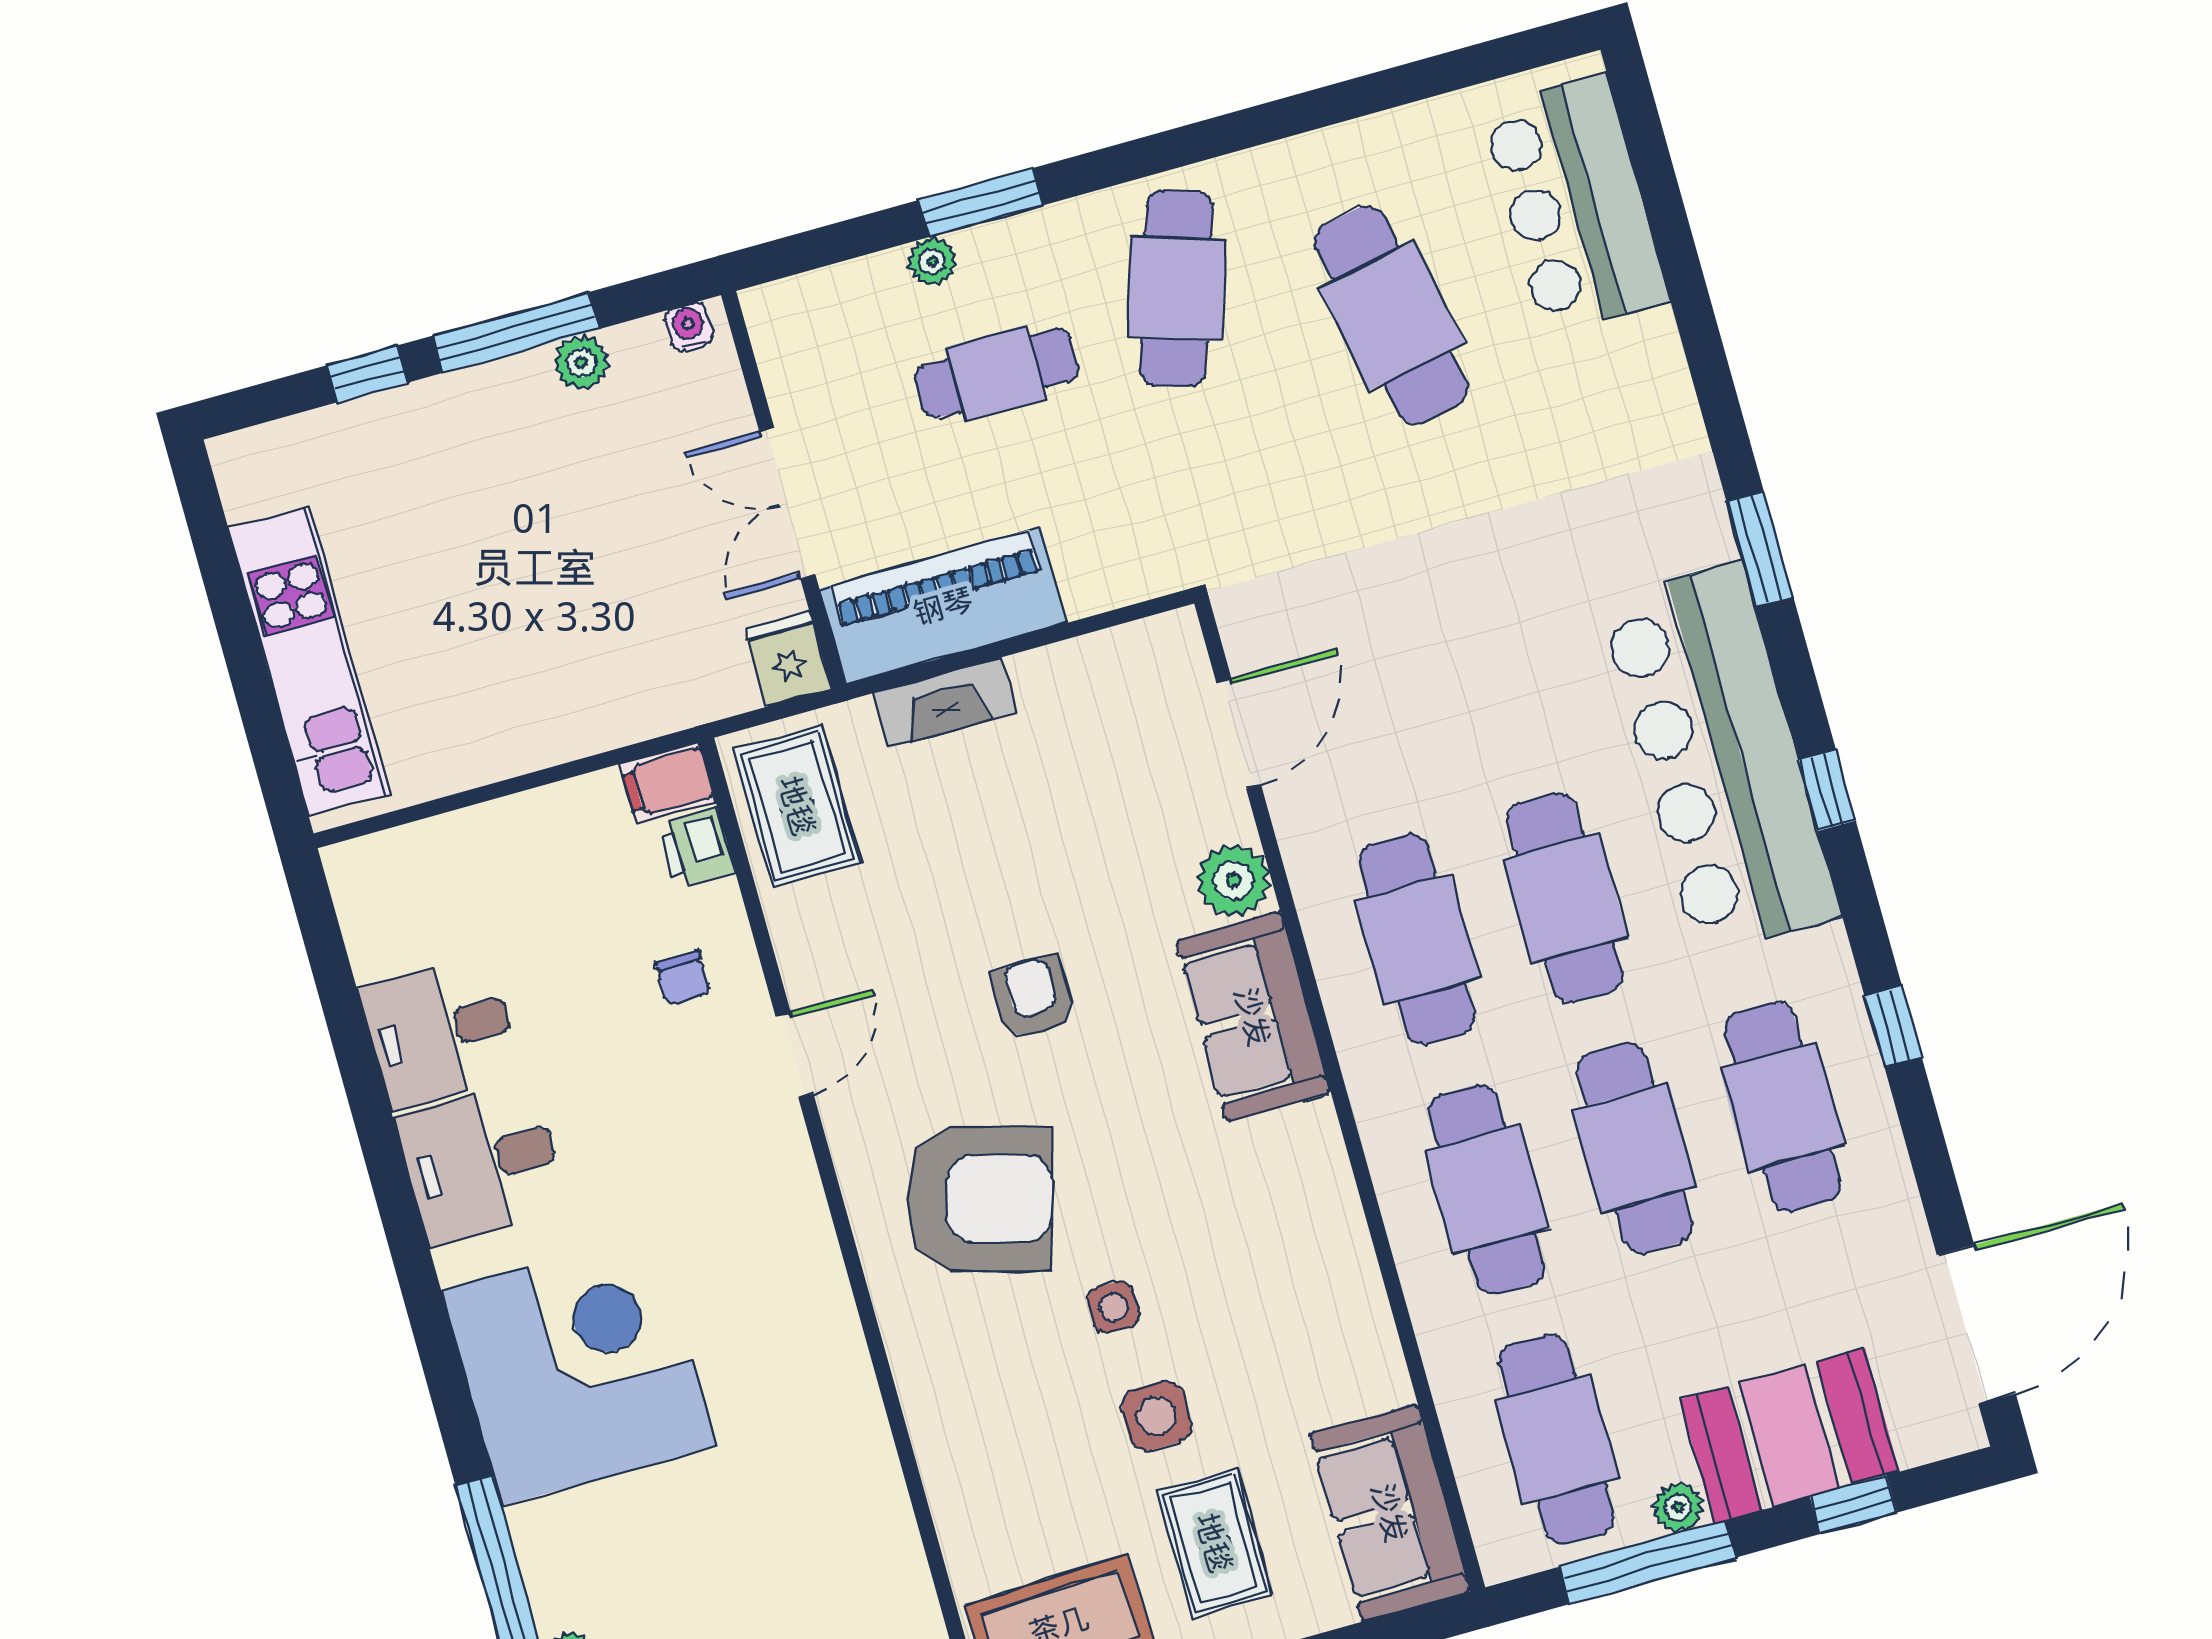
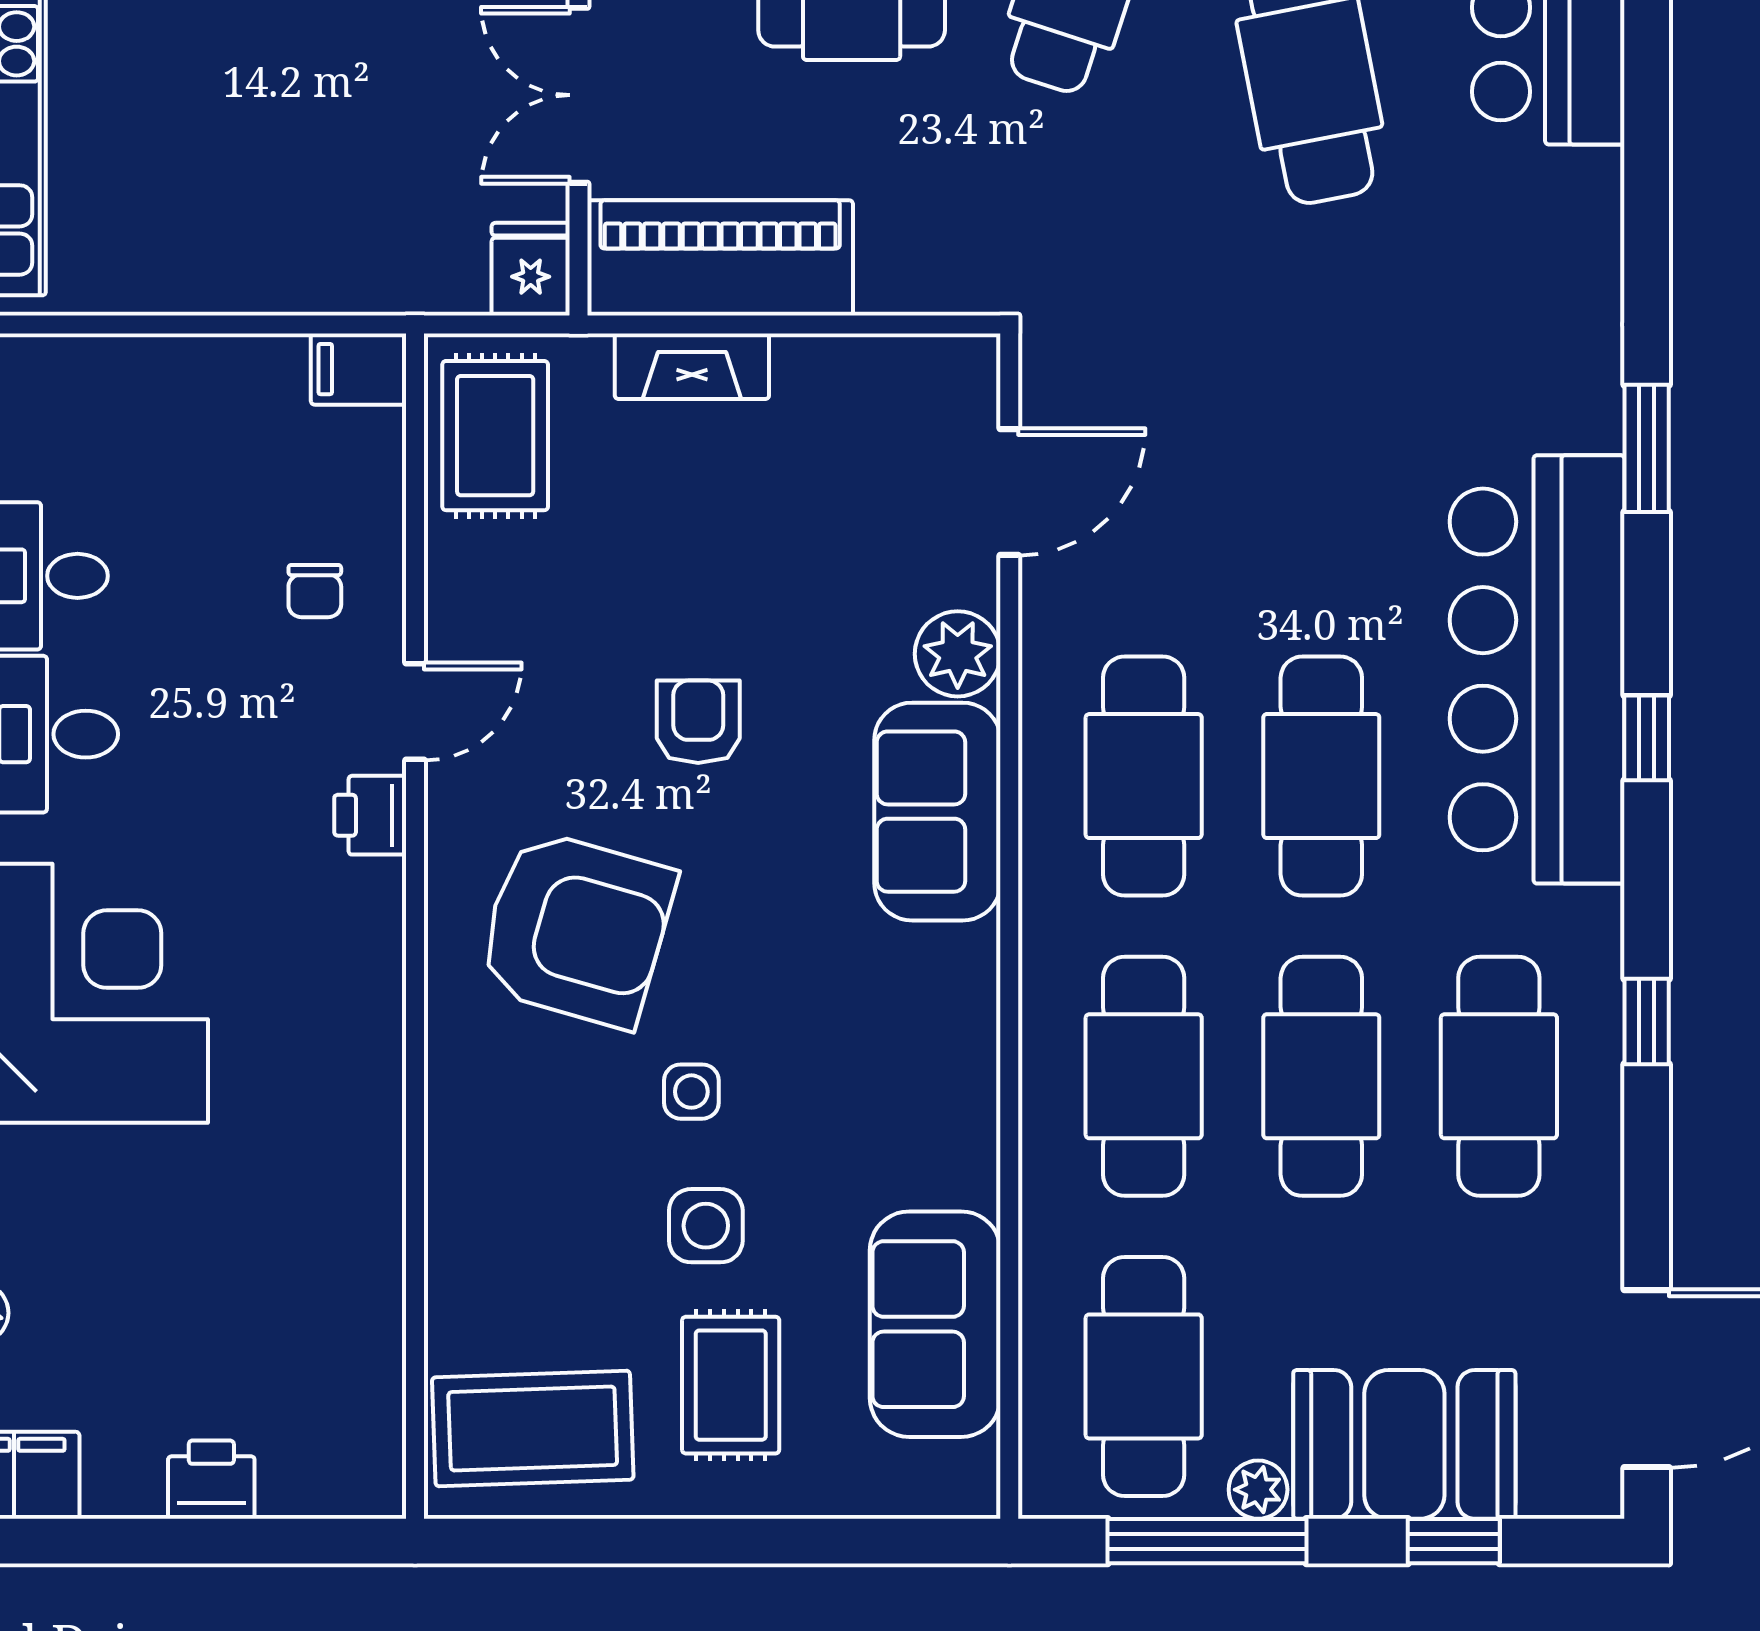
printer: (696, 848) -> (370, 815), moved
sofa: (1390, 1513) -> (935, 1324), moved

